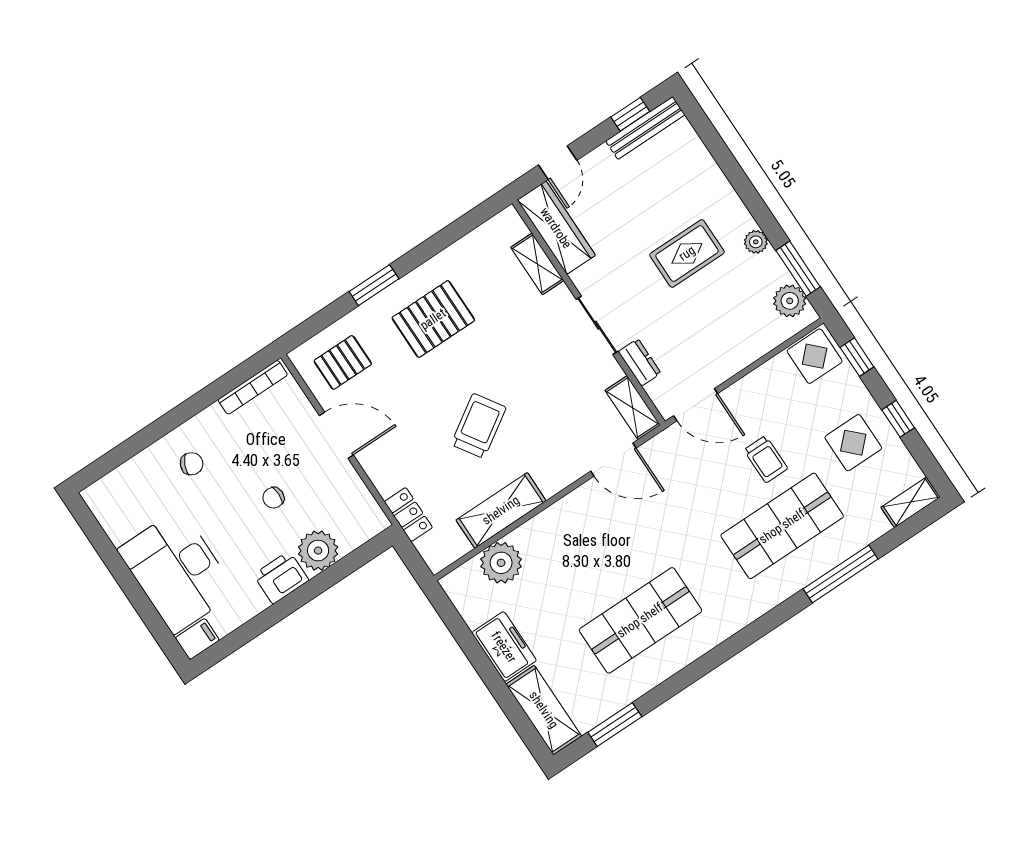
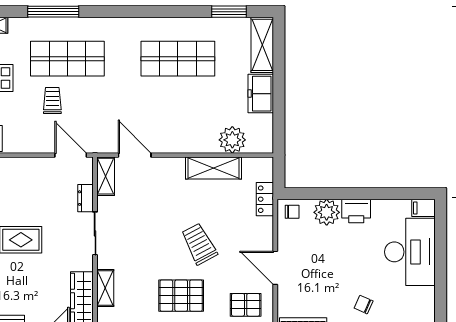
trolley: (479, 426) -> (199, 244), moved, turned 95
chair: (273, 498) -> (292, 212), moved

